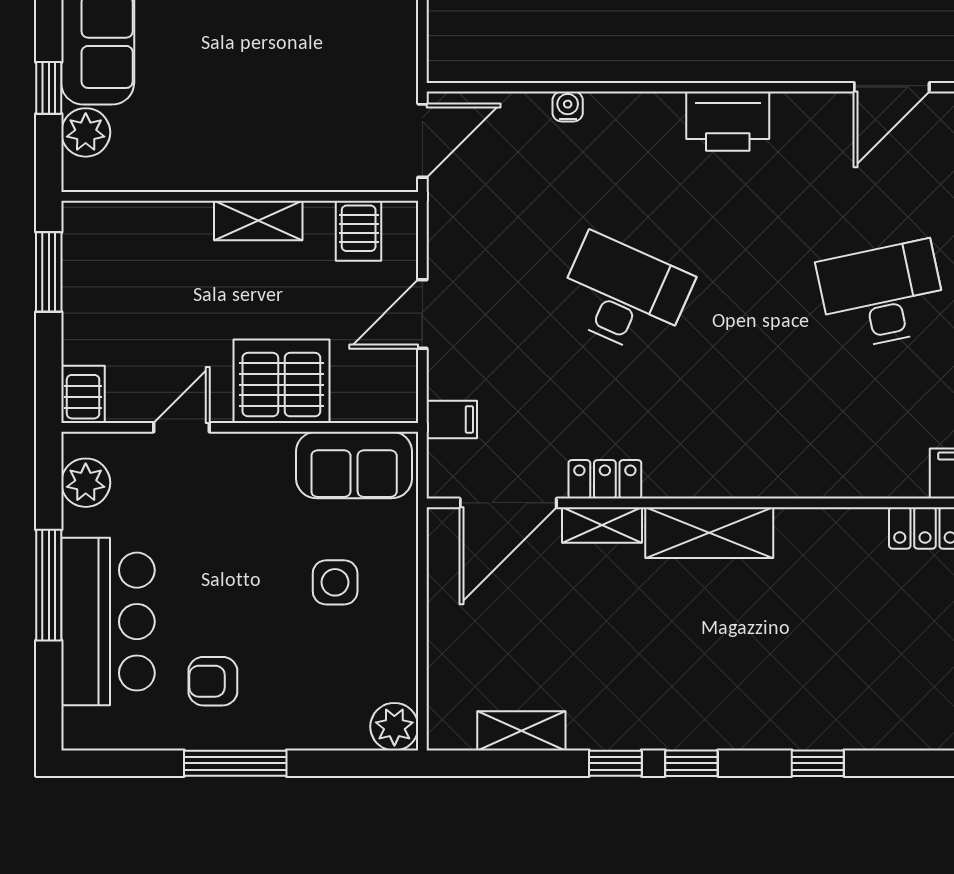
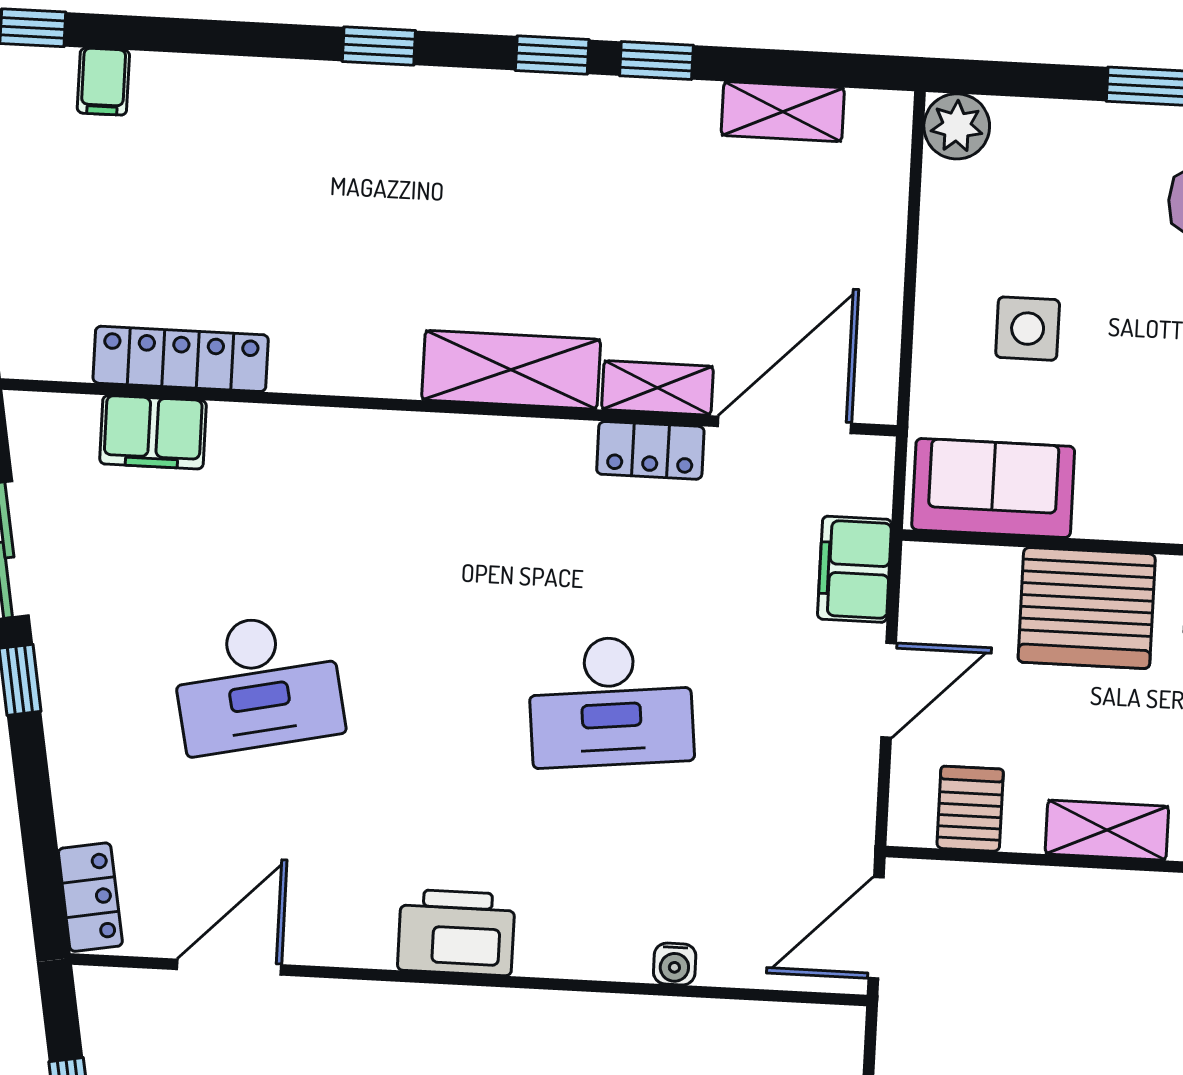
desk: (624, 295) -> (611, 702), turned -30
filing cabinet: (452, 419) -> (855, 569), width x2.00

